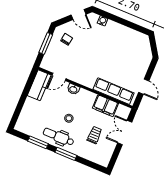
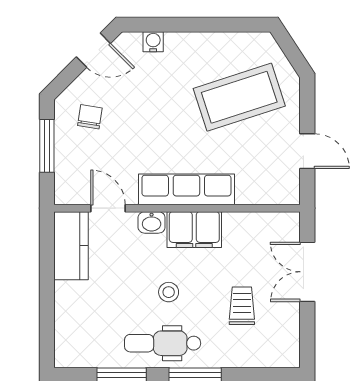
coffee table: (126, 55) -> (239, 97), added
door: (59, 77) -> (108, 208), swing flipped
row of seats: (114, 91) -> (186, 189), moved
filing cabinet: (105, 106) -> (194, 230), moved

